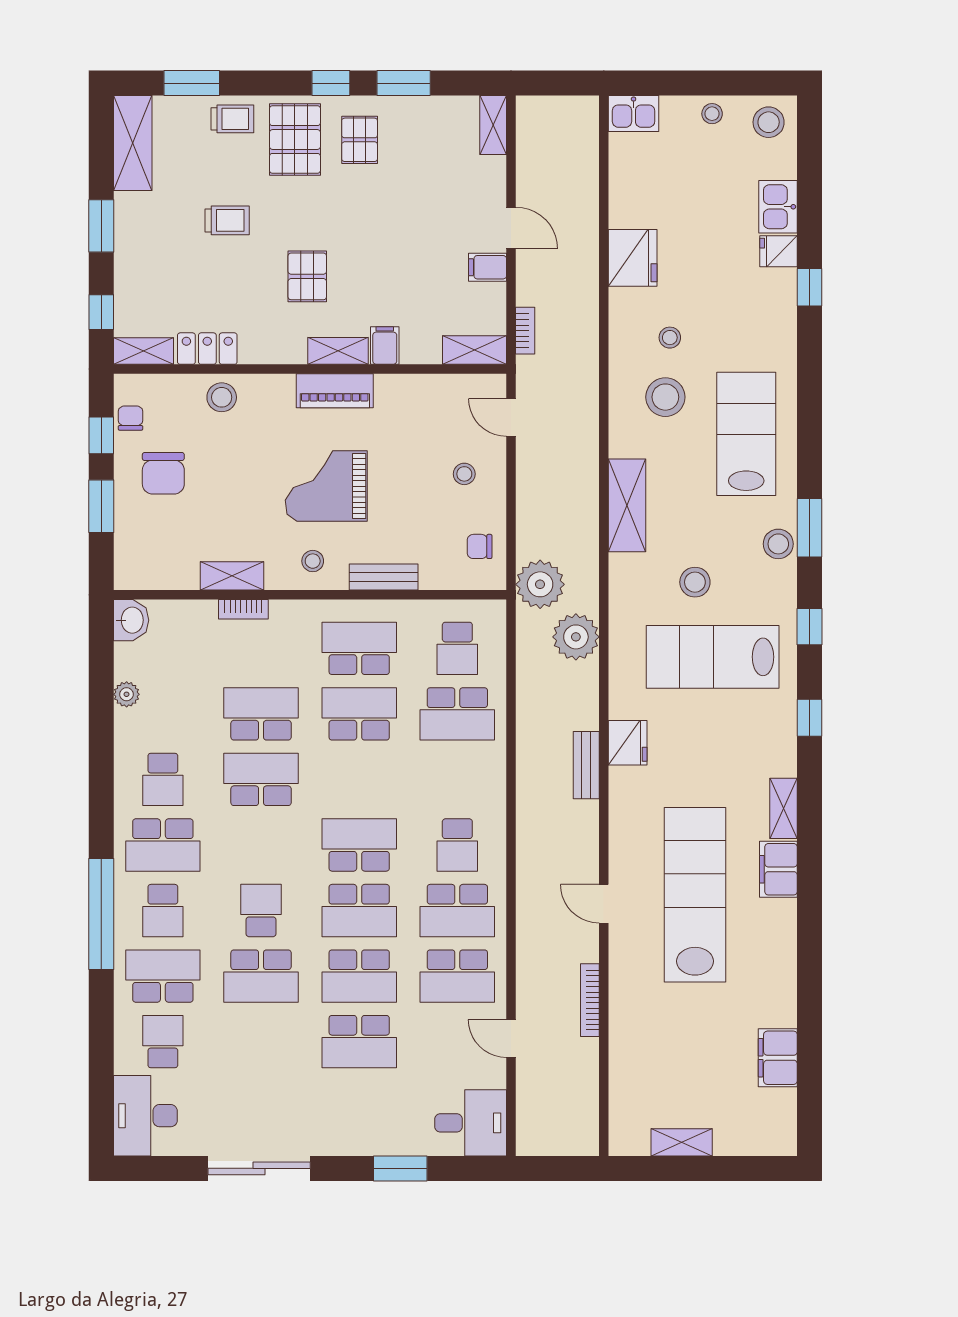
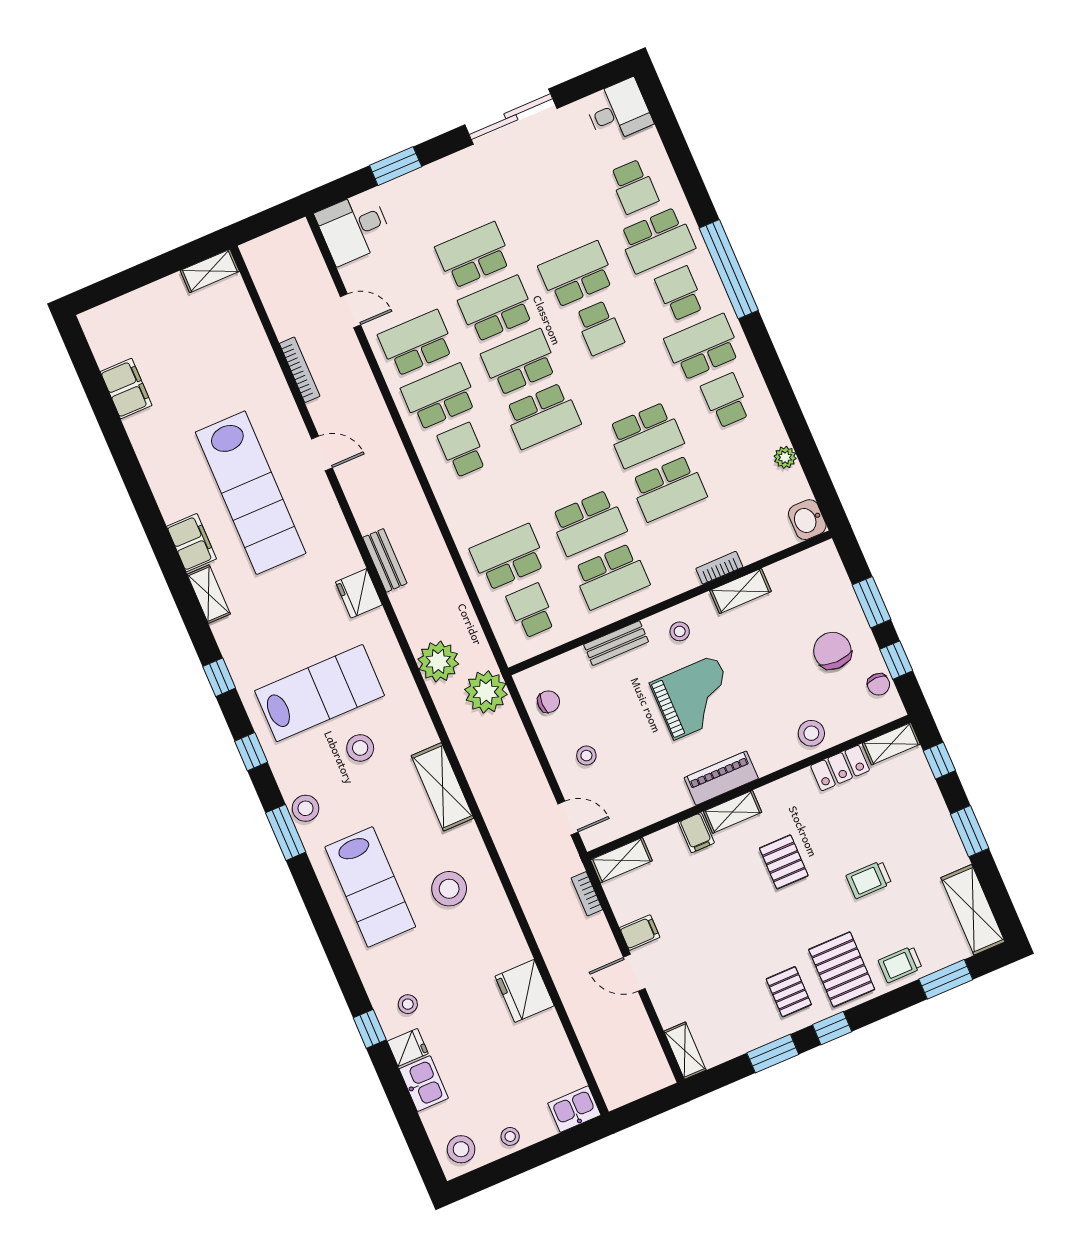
stool: (670, 338) -> (408, 1004), moved
desk: (145, 1116) -> (618, 111), width x0.73
shelving: (682, 1142) -> (210, 271), moved

